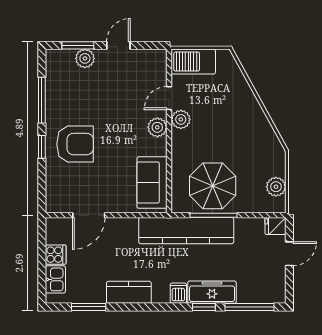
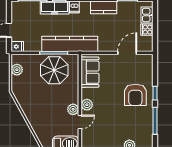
armchair: (75, 144) -> (135, 95), turned -90

